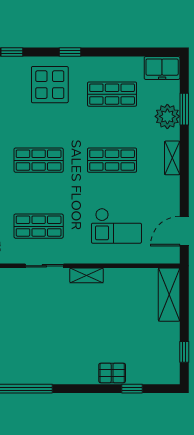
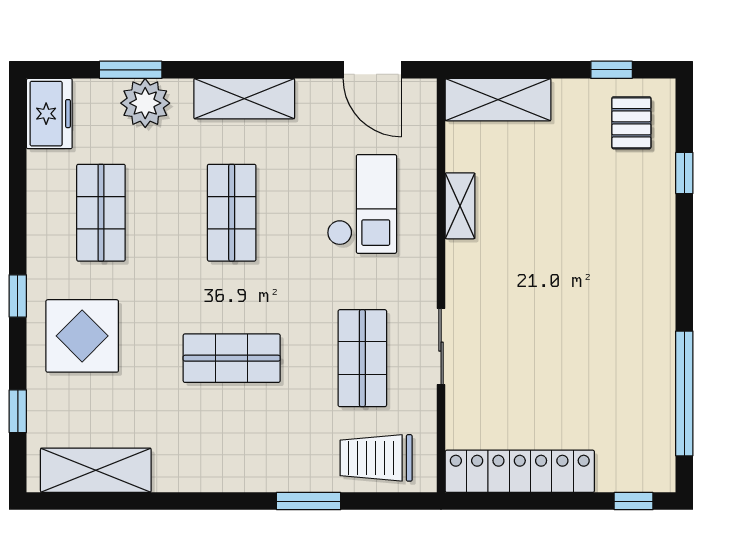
shelving: (172, 158) -> (244, 99), width x1.50, depth x1.33
shop shelf: (39, 160) -> (232, 358), turned 90
shelving: (87, 275) -> (460, 206), moved
pallet: (112, 373) -> (631, 123), moved

